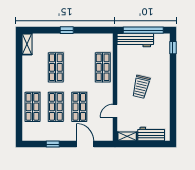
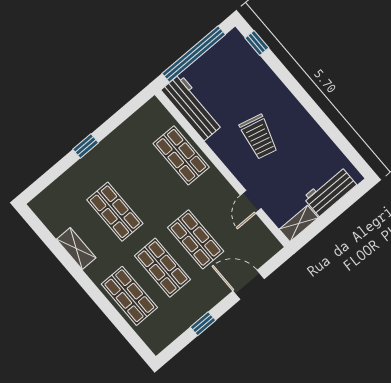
workbench: (135, 40) -> (192, 107), moved, turned -90
shelving: (27, 44) -> (76, 249), moved

